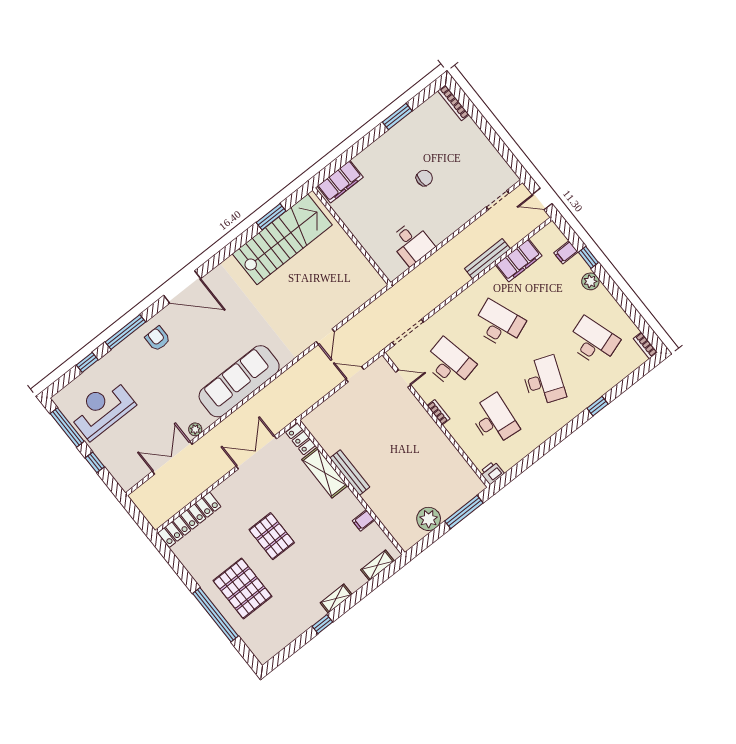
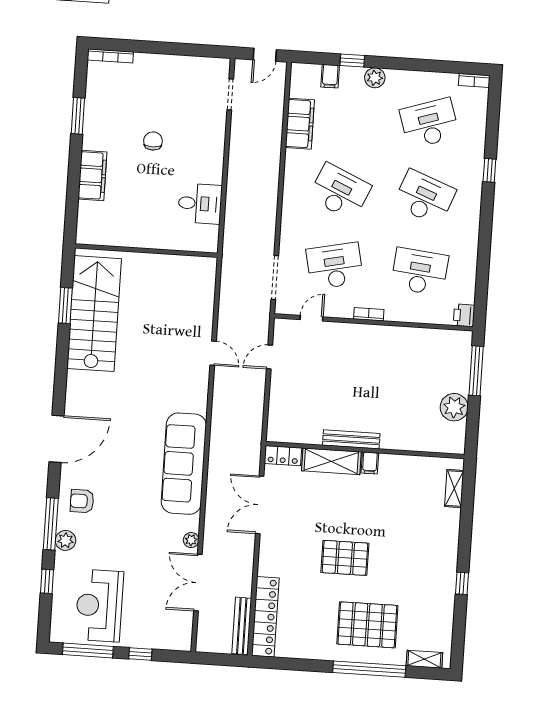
filing cabinet: (340, 182) -> (92, 176), moved
bench: (487, 259) -> (242, 626), moved
desk: (499, 324) -> (340, 192), turned 45
plant: (123, 351) -> (66, 540), added
filing cabinet: (364, 520) -> (370, 463), moved
shelving: (336, 599) -> (424, 659), moved, turned 90

